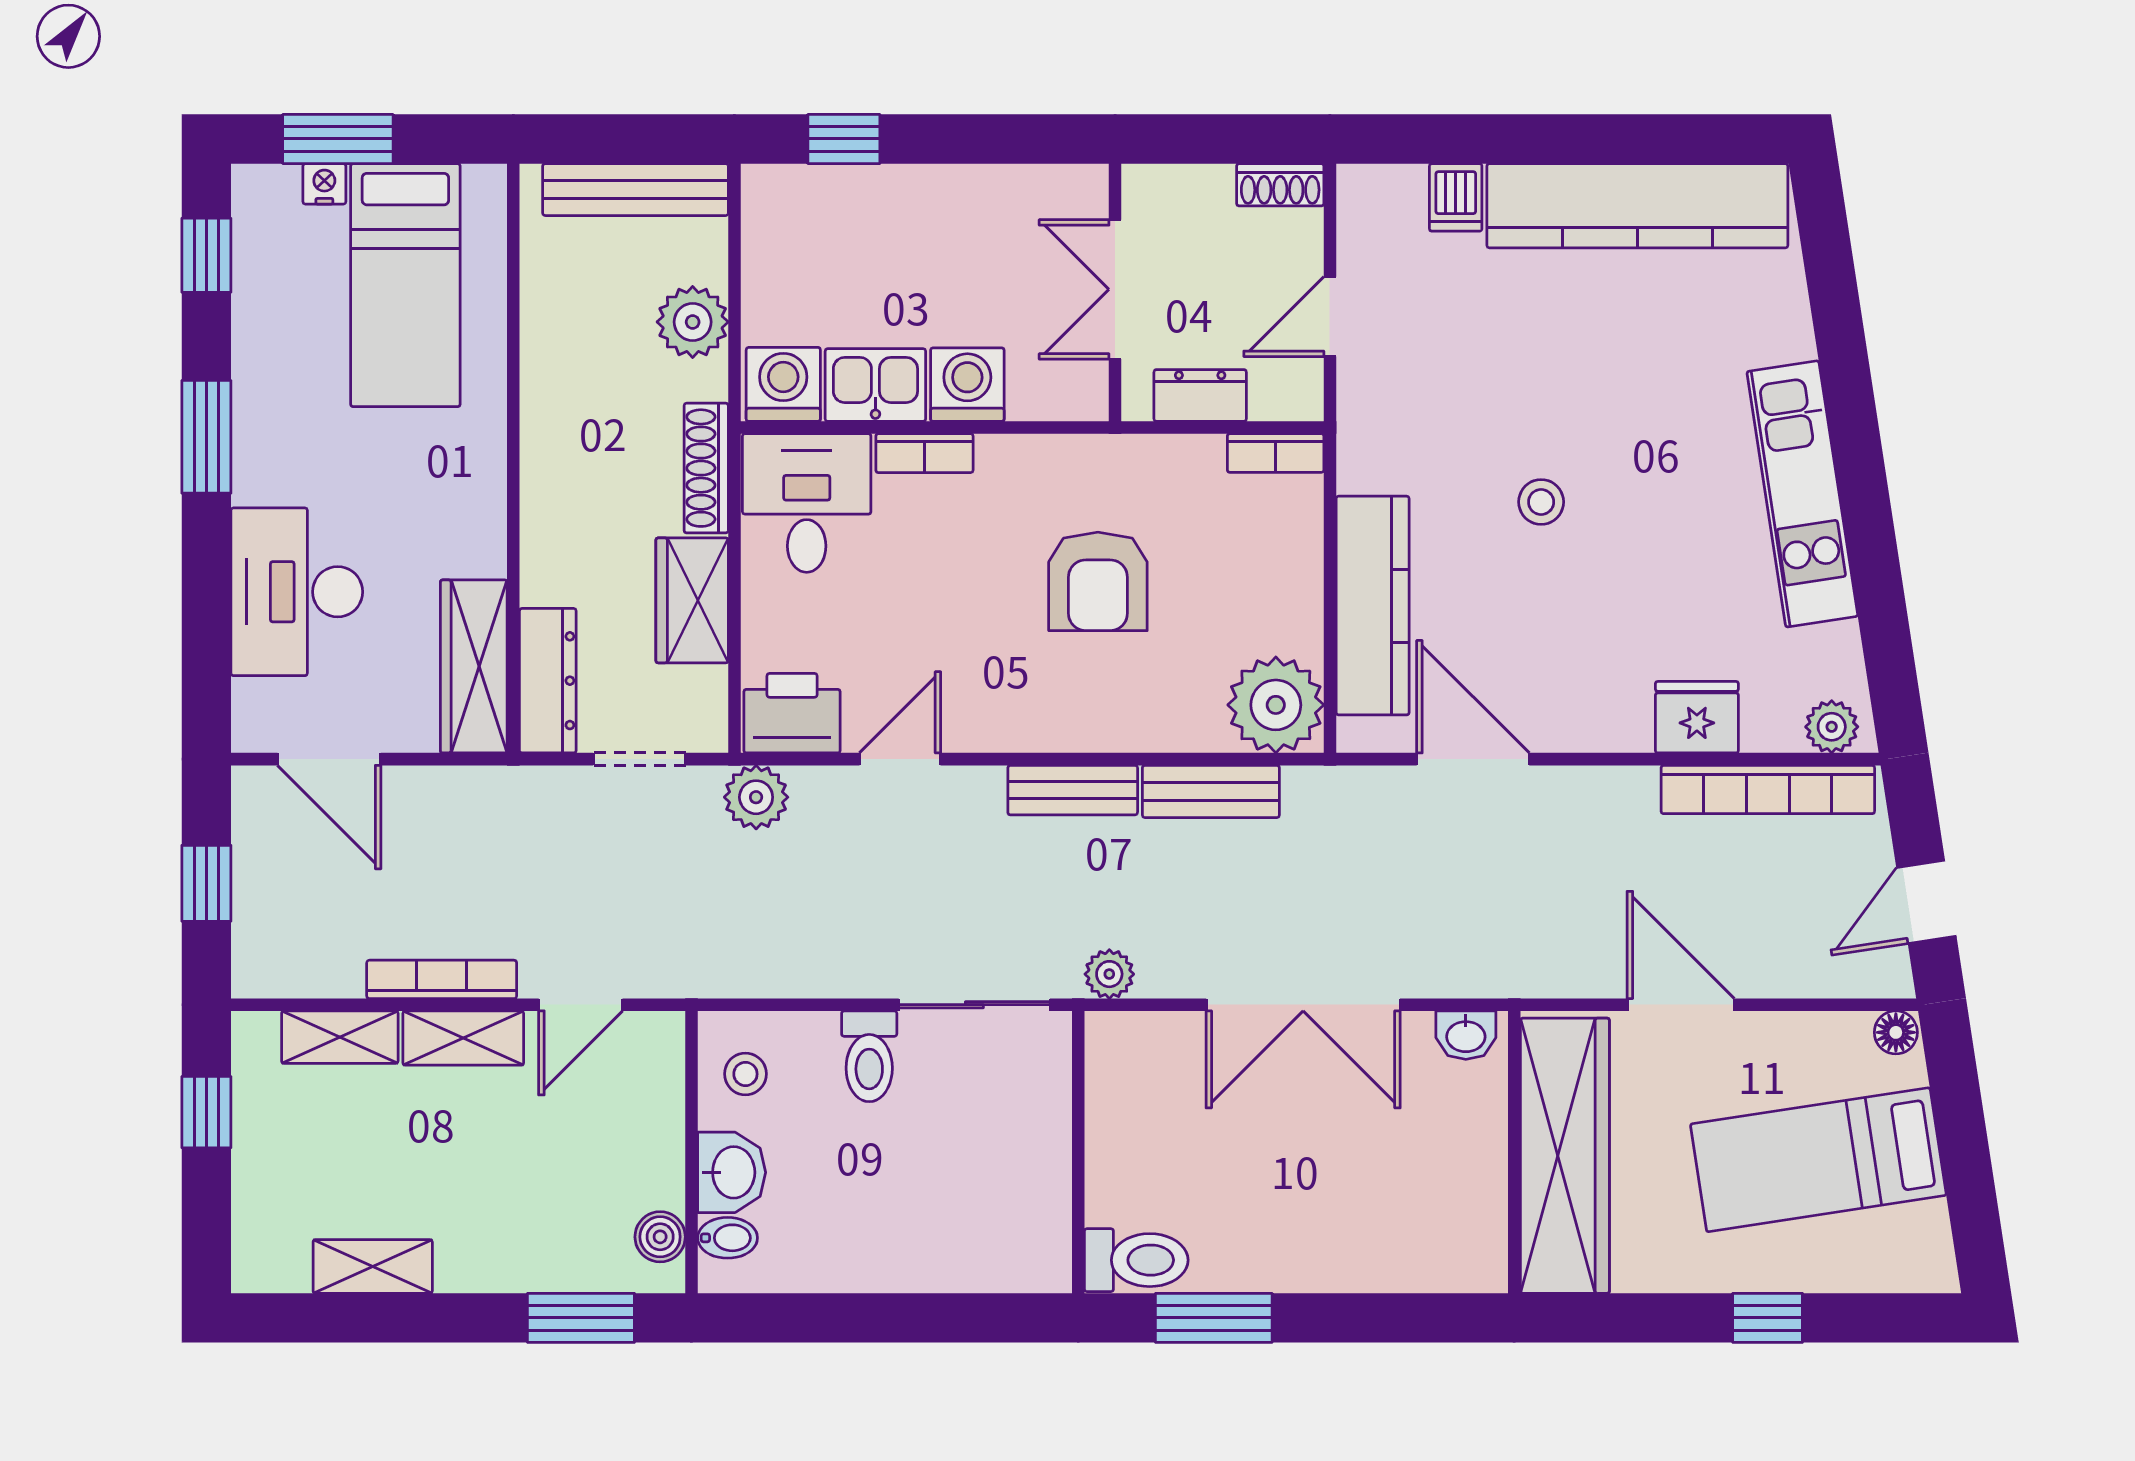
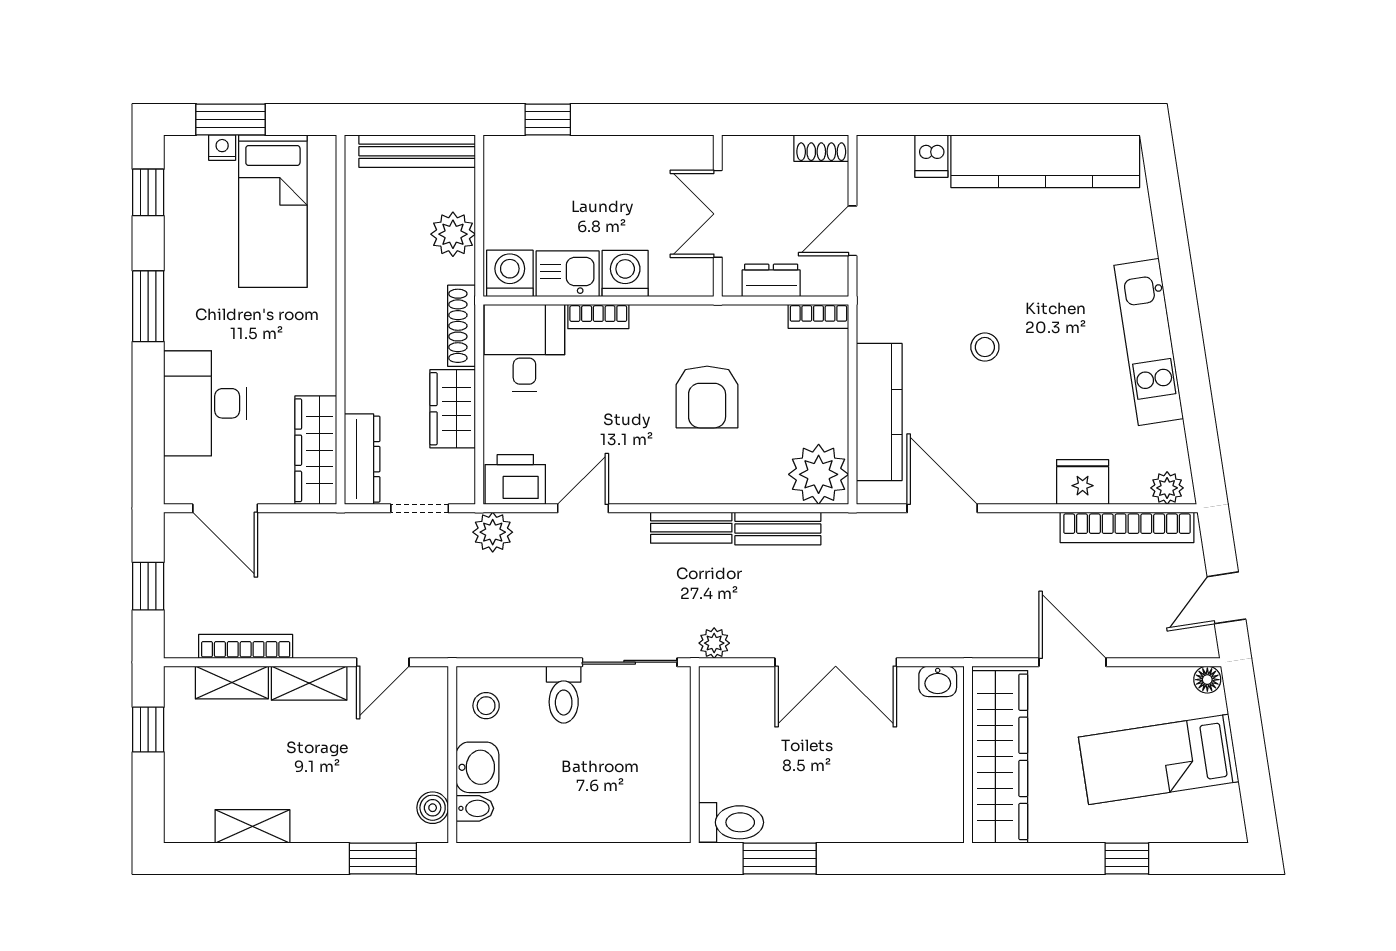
bookcase: (442, 979) -> (246, 646), moved

